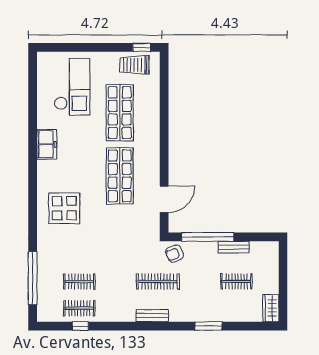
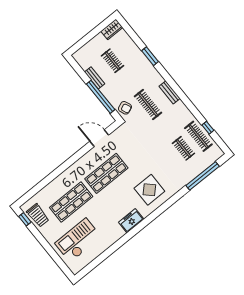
freezer: (47, 144) -> (131, 221), moved
clothes rail: (79, 308) -> (198, 136), width x1.36

